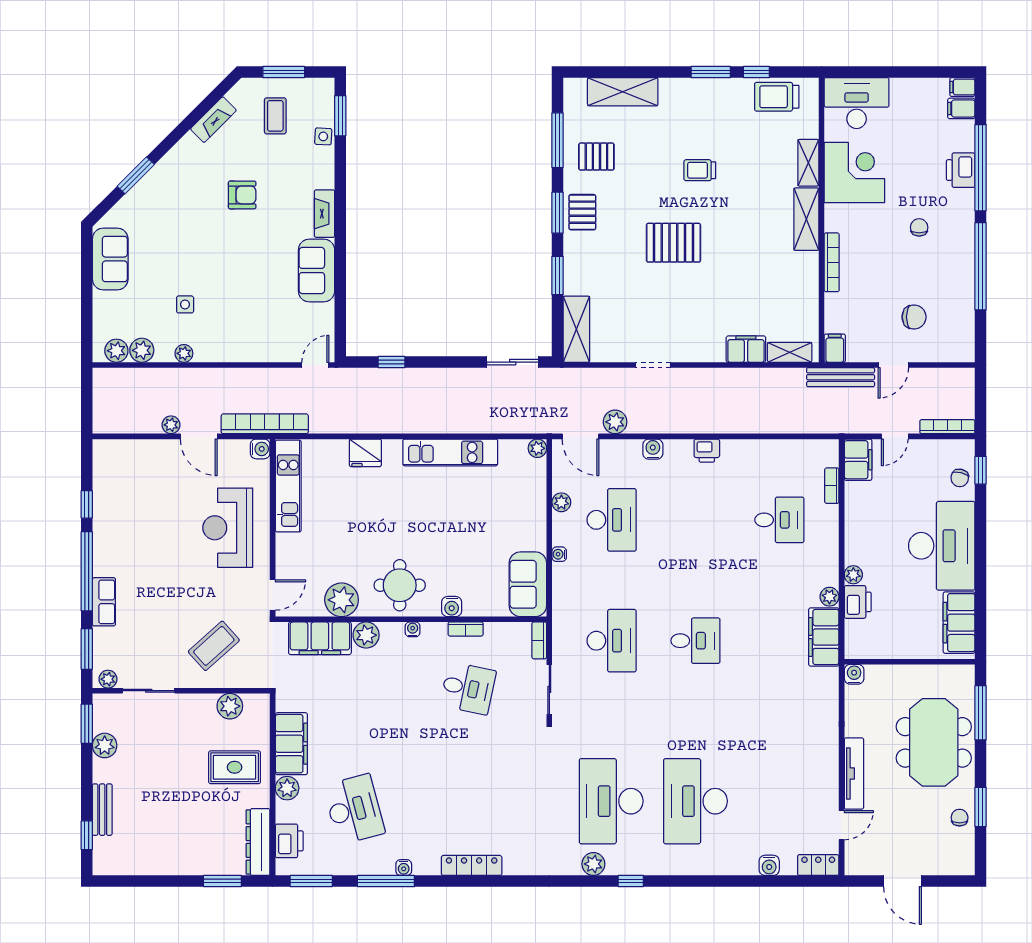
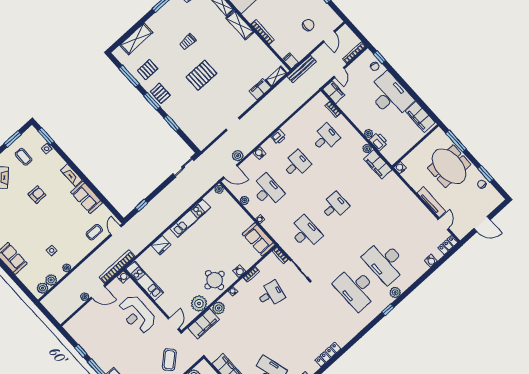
shelving: (576, 329) -> (195, 136), removed
coffee table: (279, 337) -> (94, 232), added
door: (893, 365) -> (329, 37), moved
desk: (695, 520) -> (296, 164), added
plant: (593, 864) -> (395, 292), moved

